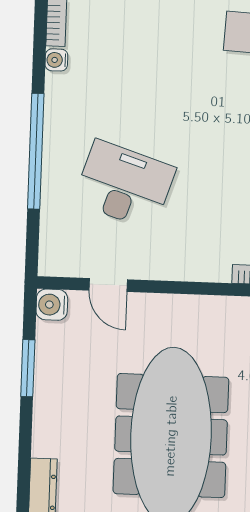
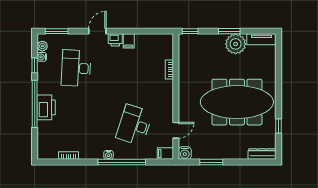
water cooler: (56, 60) -> (109, 155), moved
filing cabinet: (53, 257) -> (165, 154), added

